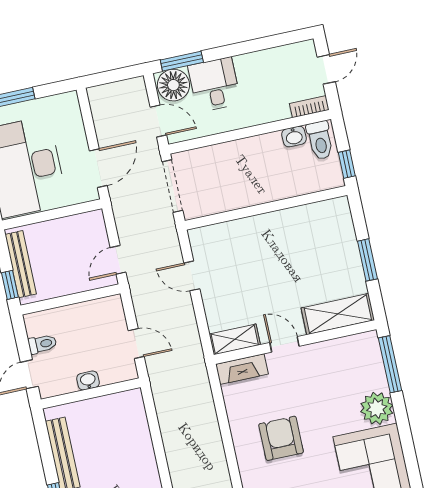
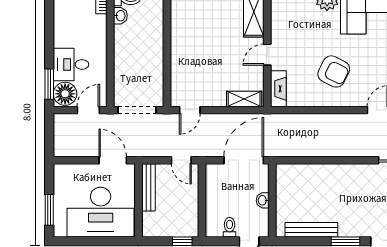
bench: (21, 264) -> (149, 187), moved, turned 90
door: (192, 276) -> (190, 110), moved
shelving: (235, 339) -> (244, 99), moved, turned 90
door: (136, 344) -> (244, 160), width x1.88
armchair: (281, 438) -> (334, 71), turned -153

